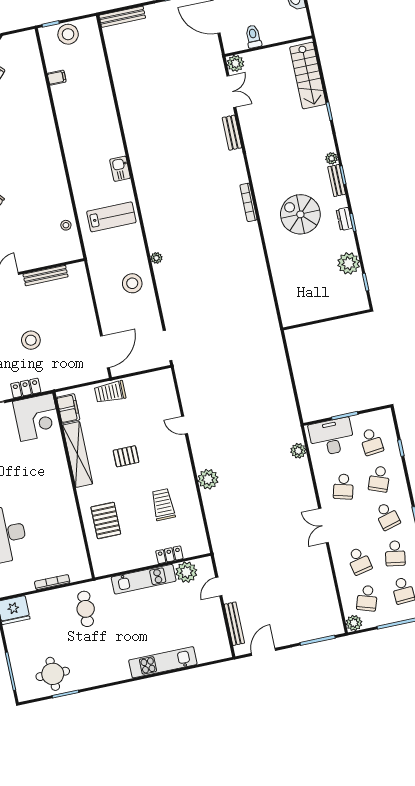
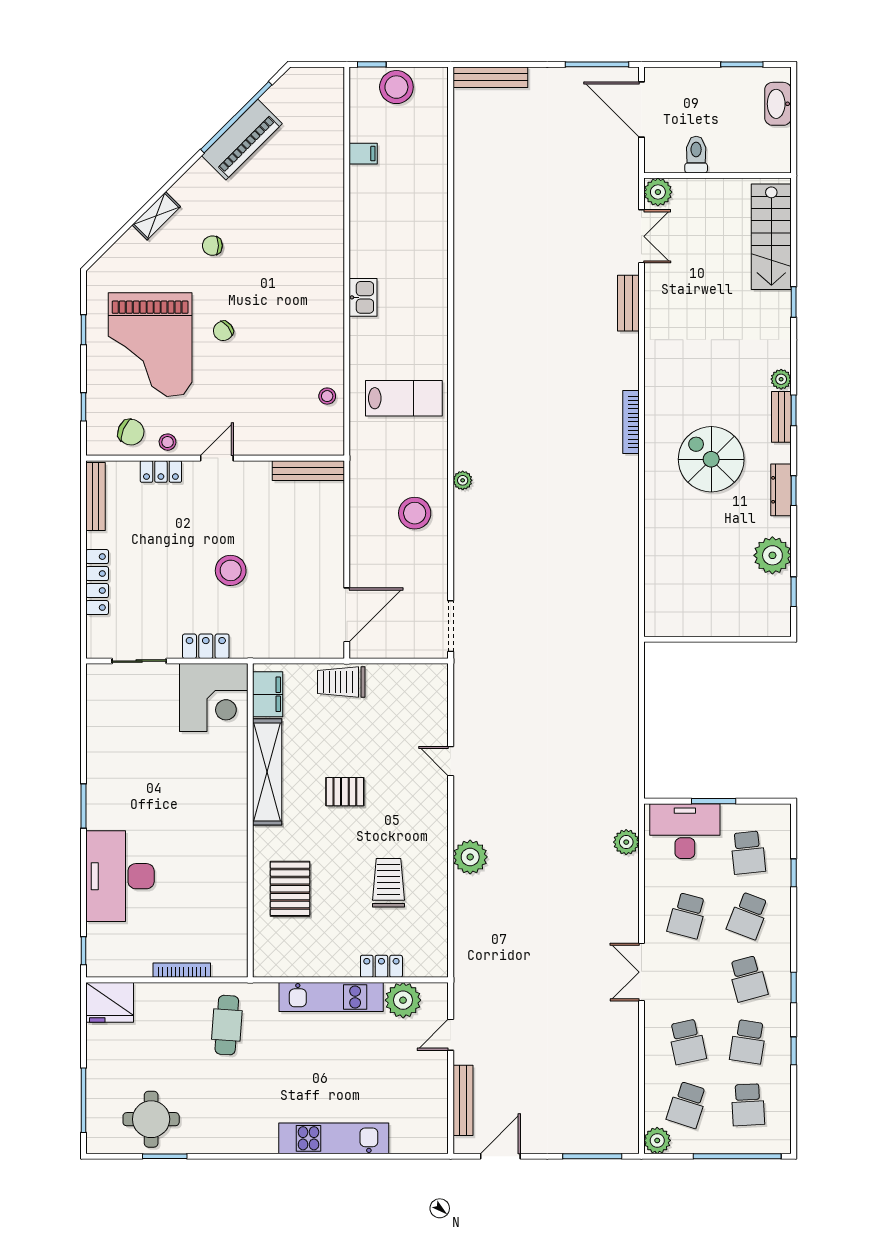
kitchen sink: (120, 169) -> (363, 297), moved, turned 180
dresser: (344, 219) -> (781, 490), width x1.44
bench: (46, 276) -> (308, 471), moved

